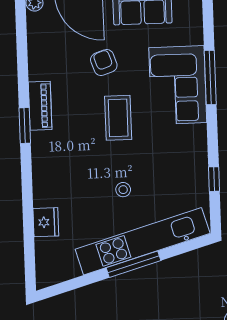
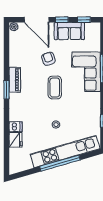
dishwasher: (45, 197) -> (16, 127), added
window: (134, 264) -> (60, 163), width x1.46

